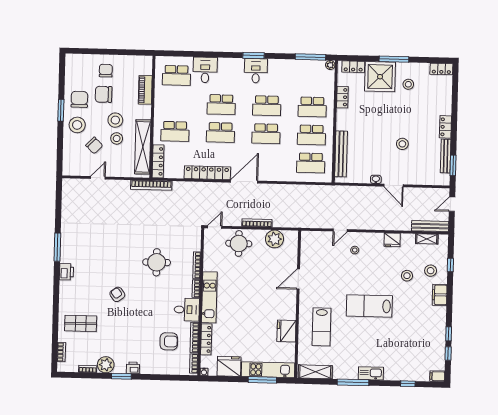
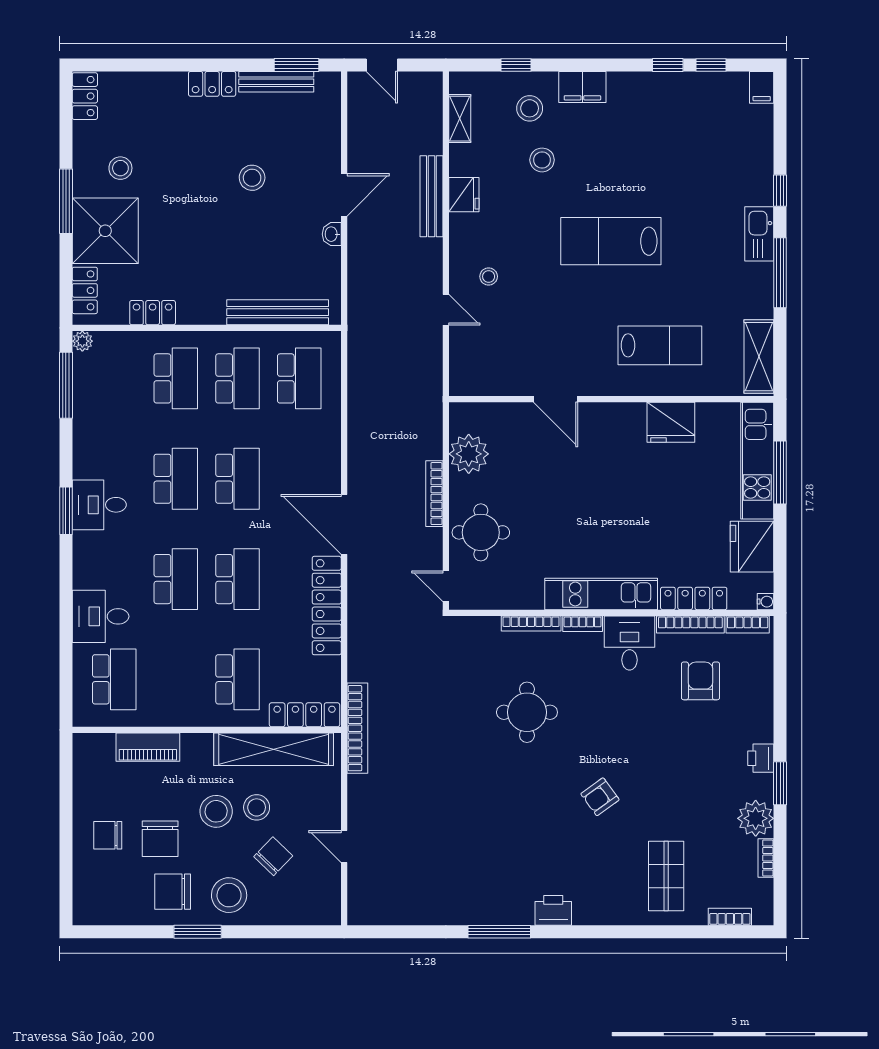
bench: (430, 226) -> (431, 196), moved
lab bench: (369, 306) -> (611, 241), turned 90
window: (408, 384) -> (780, 191), moved

